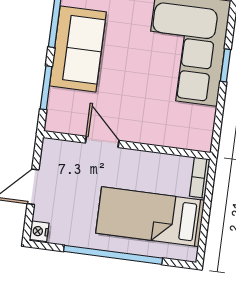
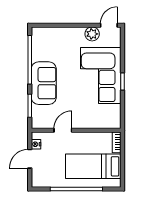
door: (102, 142) -> (63, 130), hinge flipped
nightstand: (39, 231) -> (36, 144), moved

